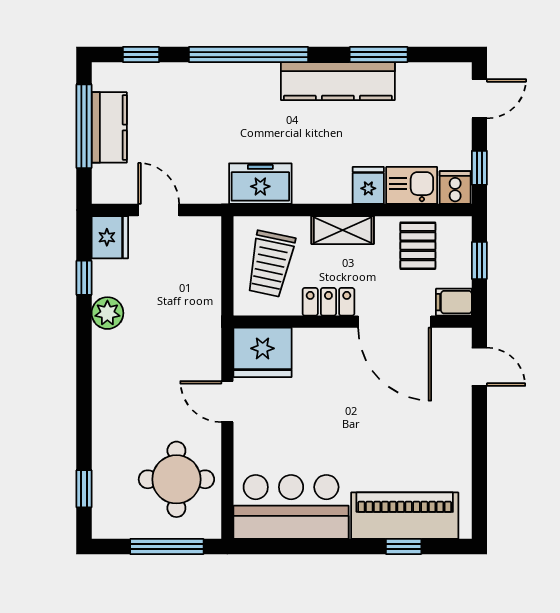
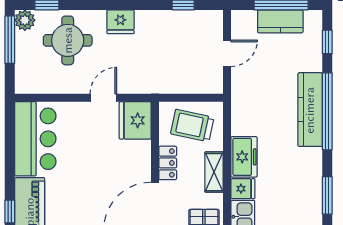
kitchen counter: (338, 81) -> (310, 110), moved
freezer: (260, 184) -> (244, 157), moved
fridge: (110, 237) -> (120, 22), moved
plant: (107, 313) -> (25, 20), moved
round table: (176, 479) -> (68, 40), moved
window: (167, 547) -> (10, 40), moved

